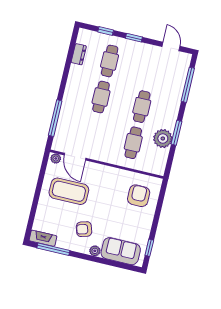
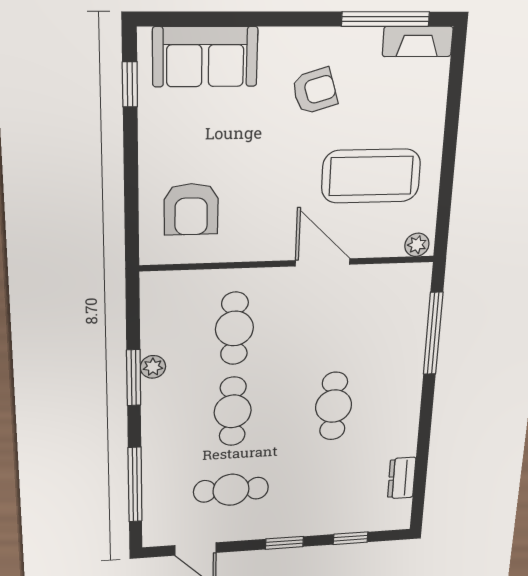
cafe table: (110, 61) -> (231, 490), moved, turned 90
plant: (163, 139) -> (153, 367), width x0.53, depth x0.53
door: (75, 157) -> (323, 262), moved
plant: (95, 251) -> (275, 41), removed

